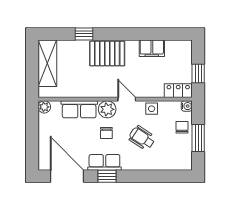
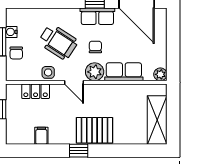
window: (84, 34) -> (79, 151), moved
filing cabinet: (152, 48) -> (41, 136), width x0.50
locker: (178, 91) -> (36, 91), moved
water cooler: (187, 106) -> (11, 32), moved
wheelchair: (142, 138) -> (58, 42), width x1.36, depth x1.37

